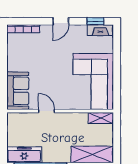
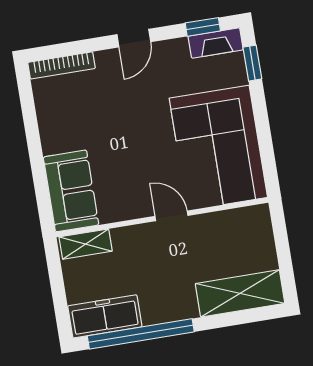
window: (117, 43) -> (252, 63), added
door: (46, 111) -> (171, 216), moved
shelving: (101, 118) -> (86, 244), moved

